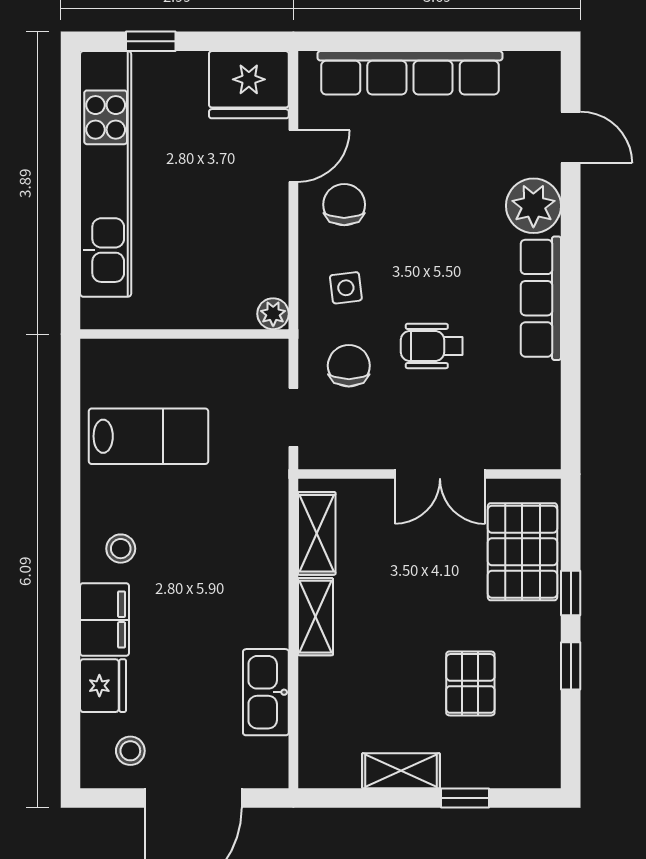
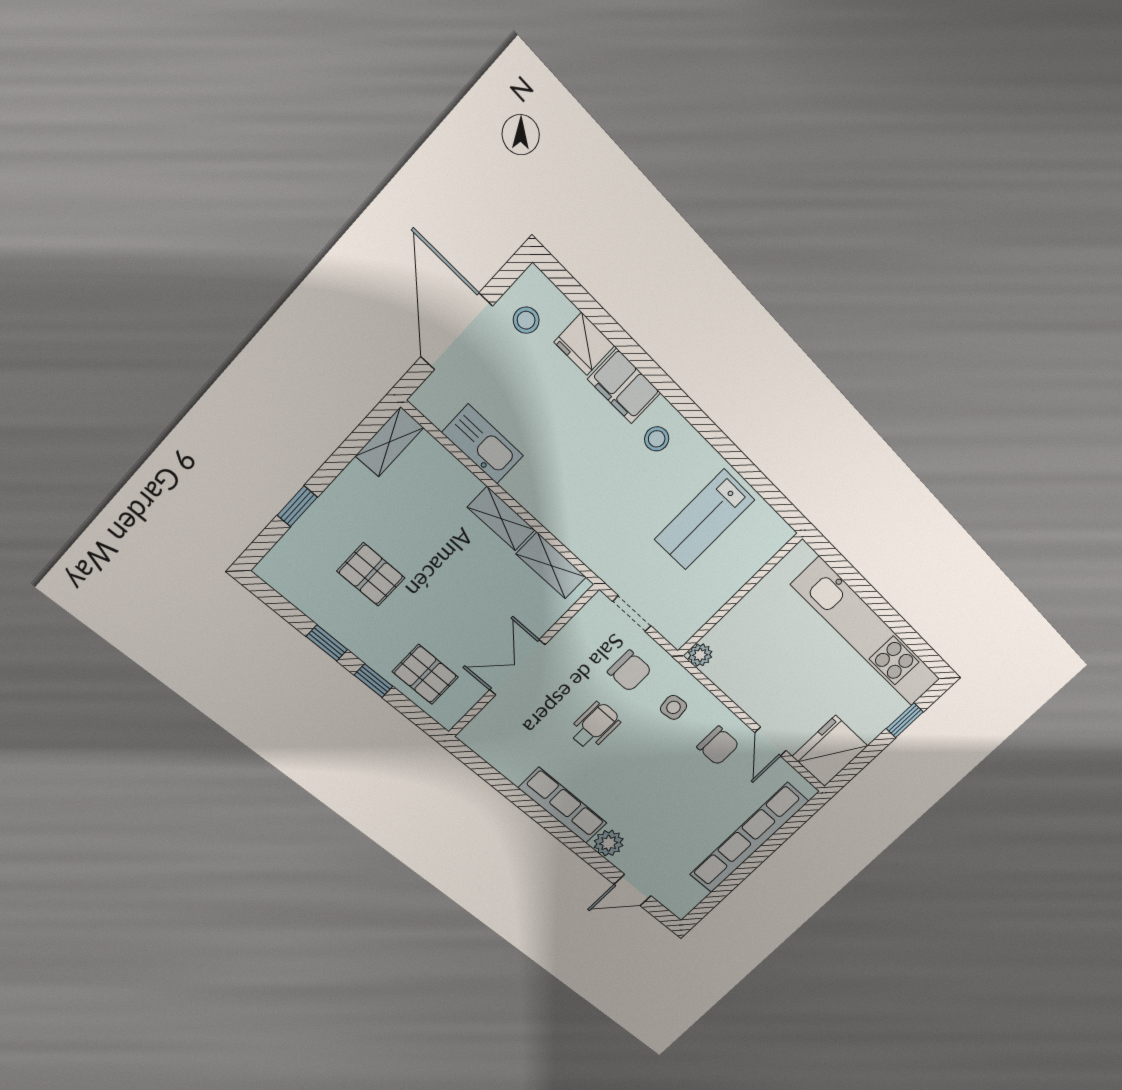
plant: (533, 206) -> (609, 843), width x0.73, depth x0.73
pallet: (522, 552) -> (425, 674), width x0.67, depth x0.71
shelving: (401, 771) -> (389, 442), moved

